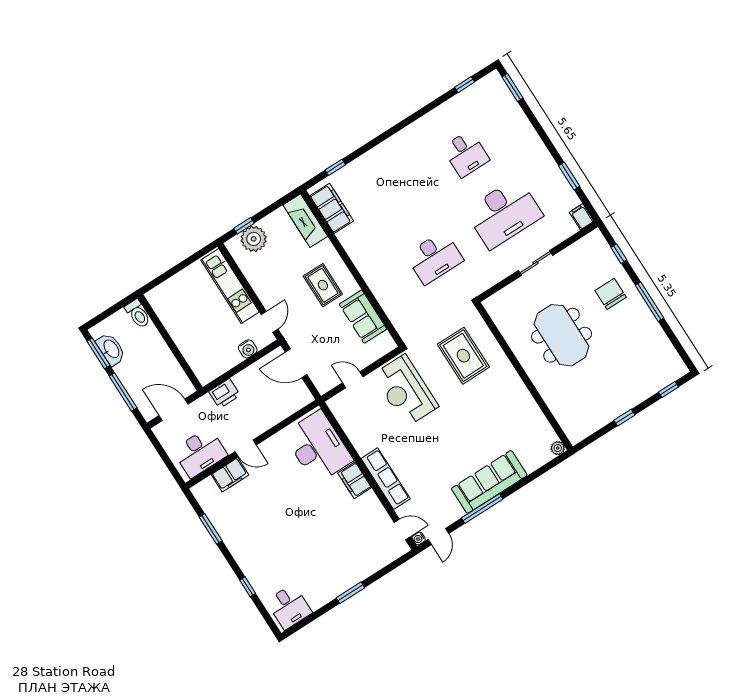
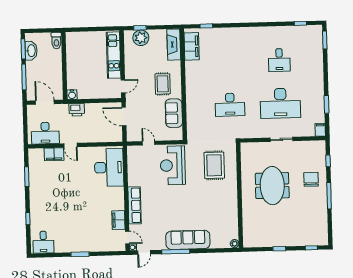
water cooler: (248, 349) -> (72, 95), moved
filing cabinet: (355, 480) -> (118, 220), moved

